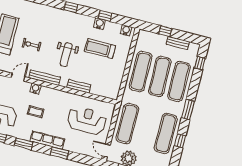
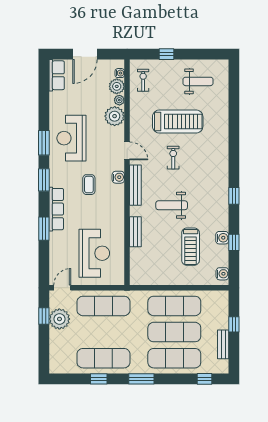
treadmill: (100, 49) -> (191, 247), turned 180

